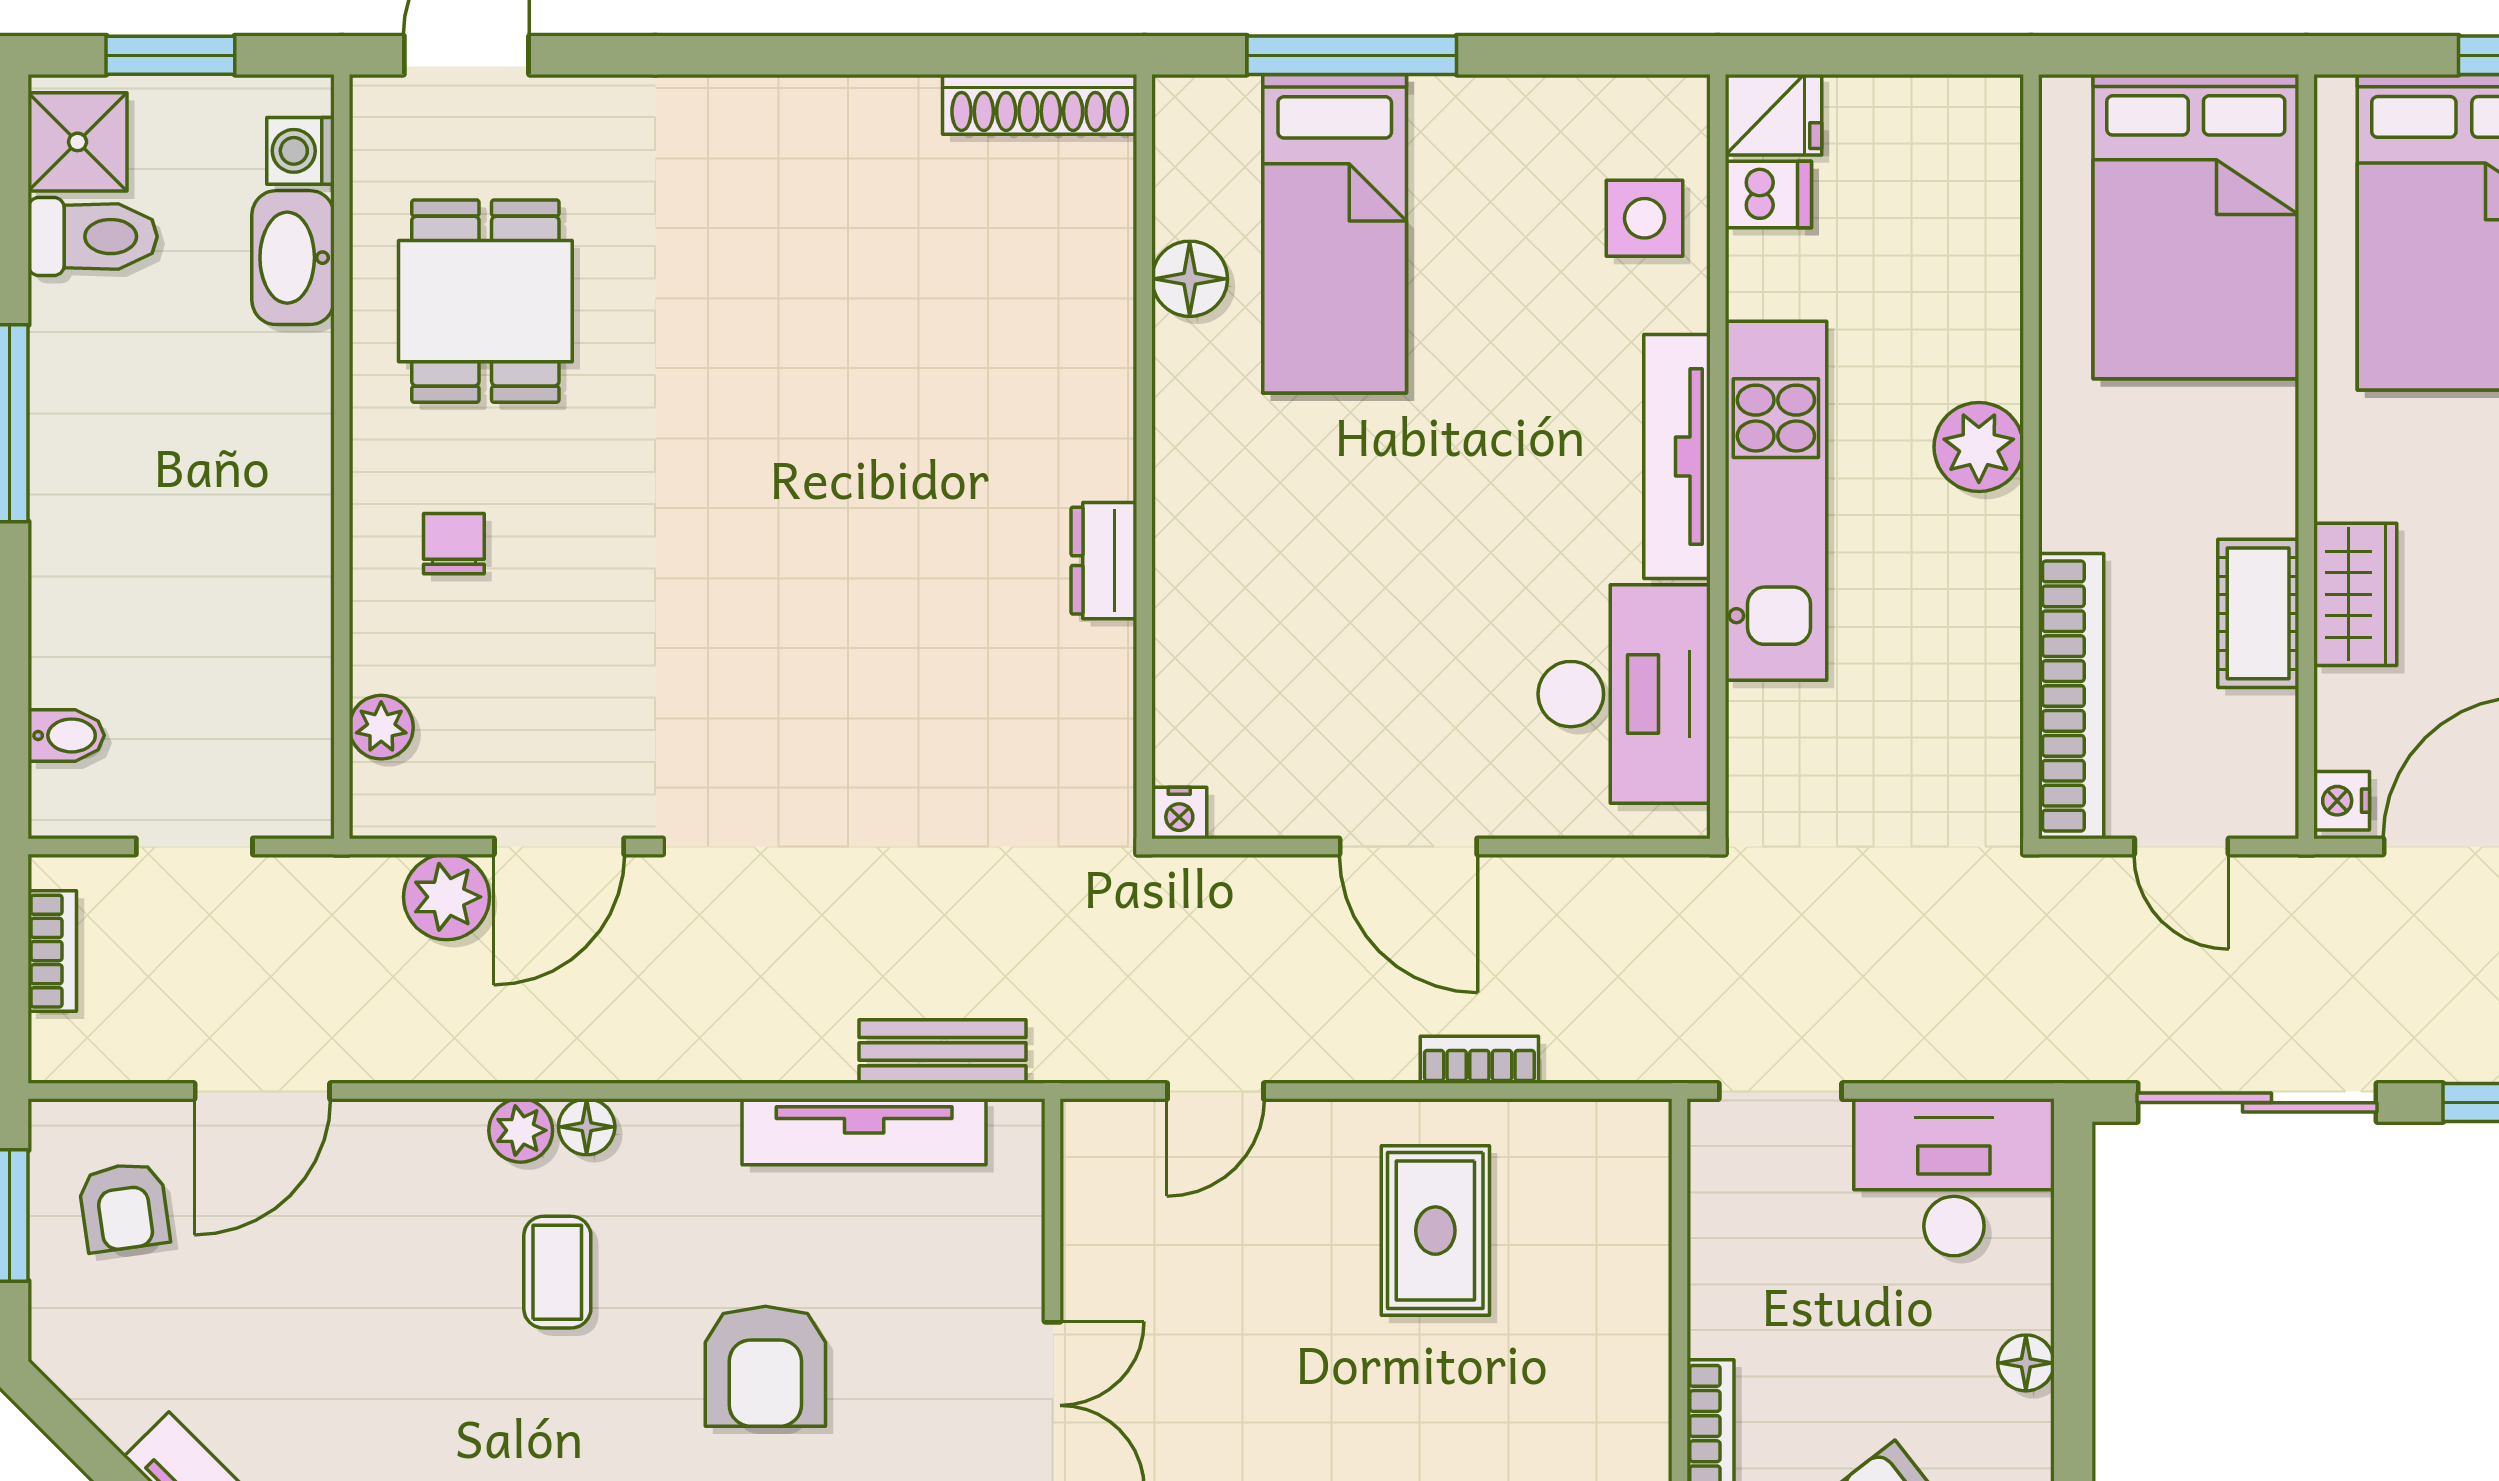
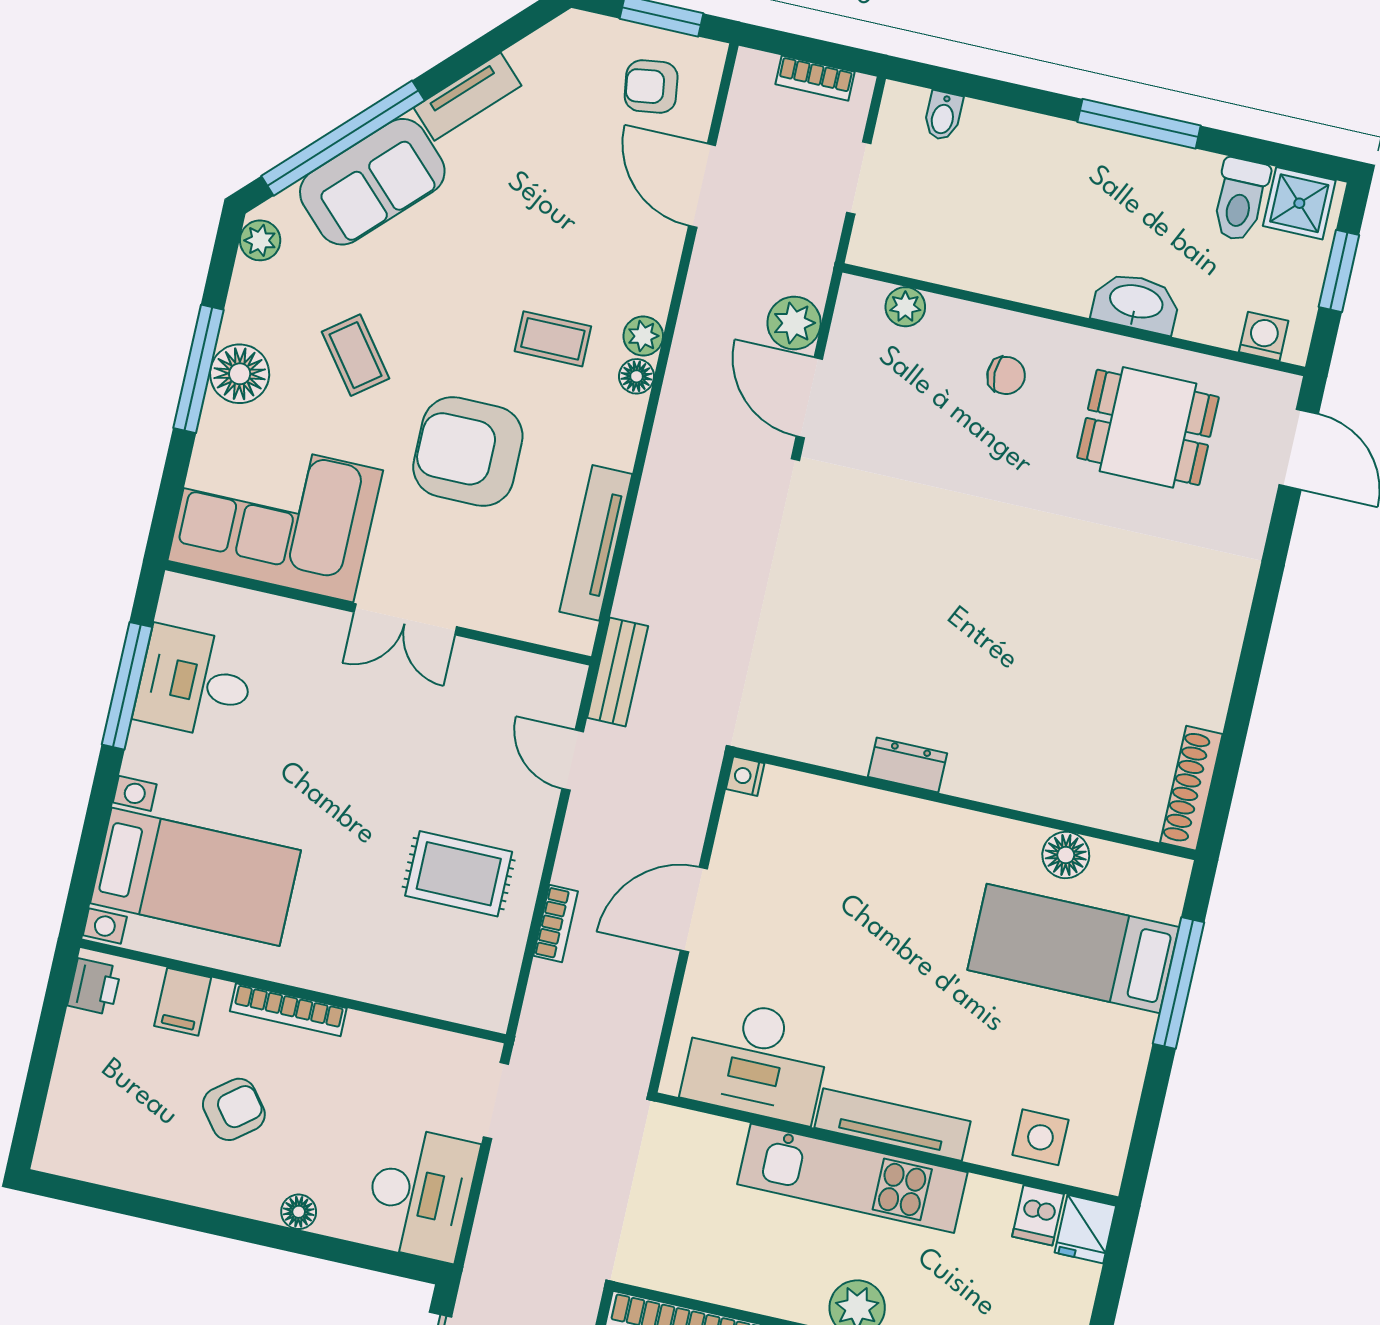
washbasin: (293, 258) -> (1136, 303), moved
bench: (942, 1052) -> (618, 672), moved
armchair: (765, 1366) -> (468, 451), width x1.36, depth x1.36

